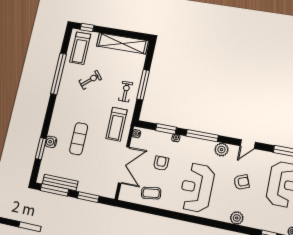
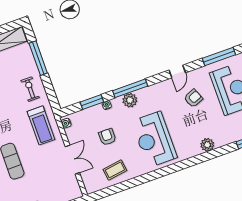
window: (143, 85) -> (38, 58), moved
plant: (221, 150) -> (130, 100), moved
double door: (124, 165) -> (72, 160), width x0.73
armchair: (241, 182) -> (193, 98), moved

